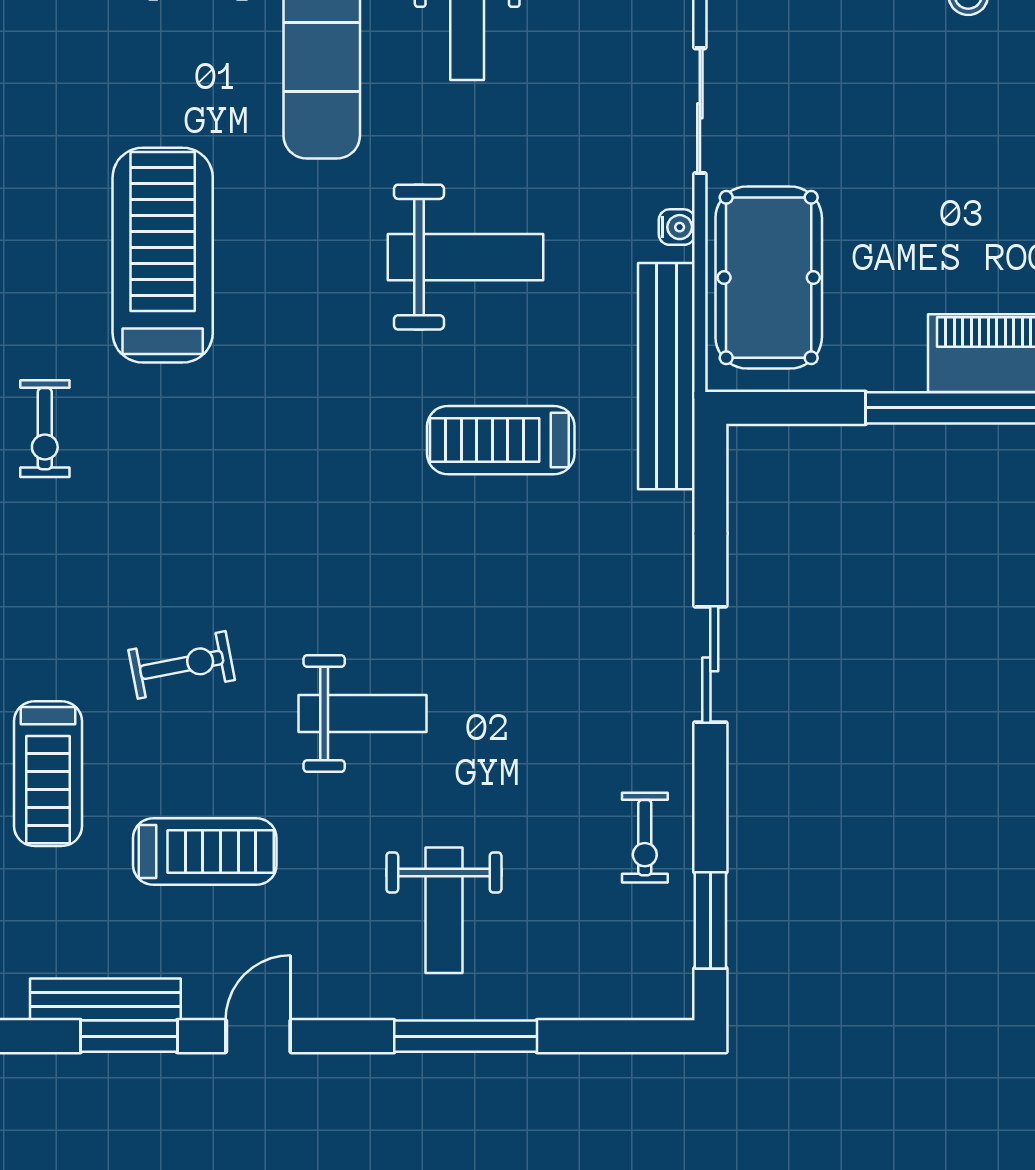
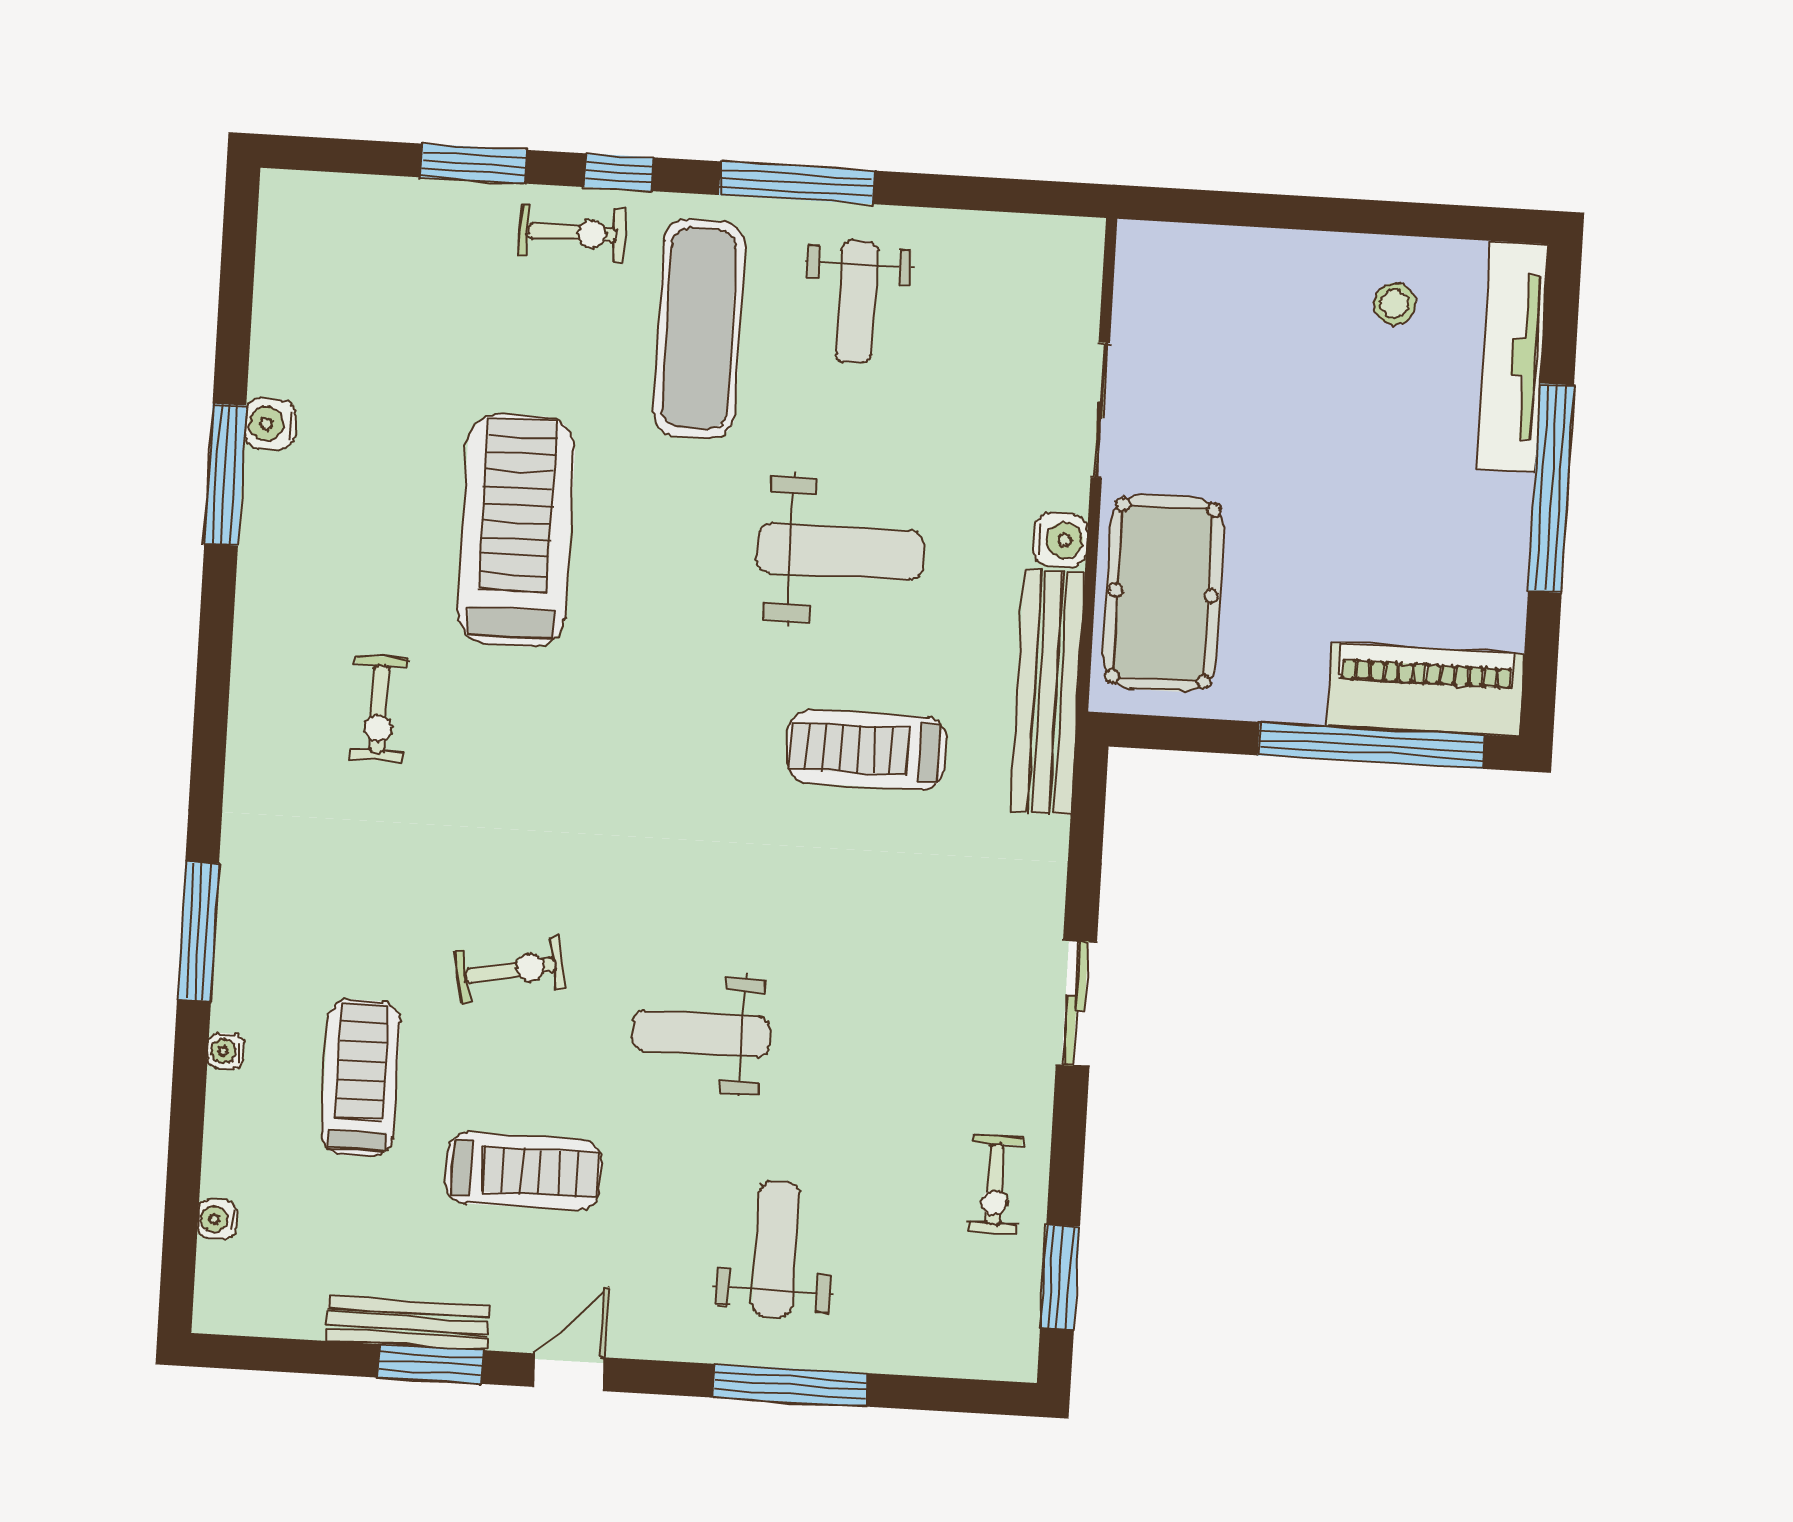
water cooler: (677, 227) -> (1060, 540), width x1.38, depth x1.38
weight bench: (362, 714) -> (701, 1034), turned 180
treadmill: (48, 774) -> (361, 1078), turned 180
weight bench: (444, 910) -> (776, 1249), turned 180

